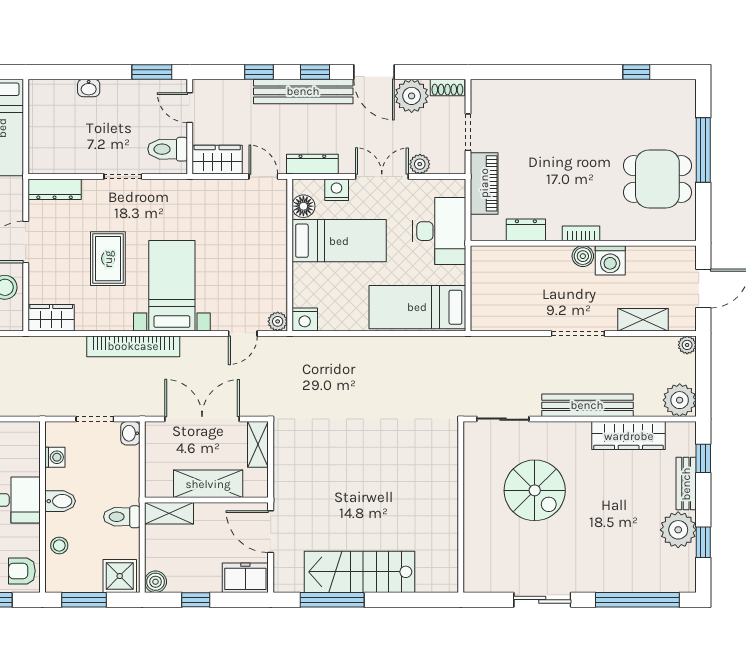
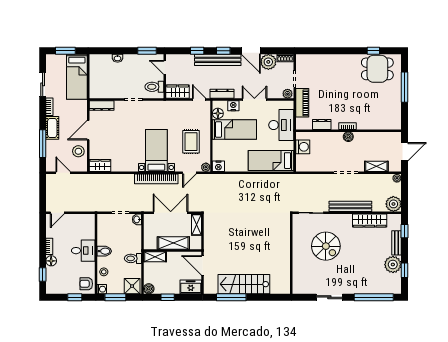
plant: (420, 164) -> (288, 94), moved
dining table: (657, 179) -> (377, 69), moved
rug: (108, 259) -> (191, 142), moved
washing machine: (610, 260) -> (303, 147), moved, turned -90
bookcase: (133, 346) -> (156, 179), moved
washing machine: (55, 457) -> (102, 289), moved

